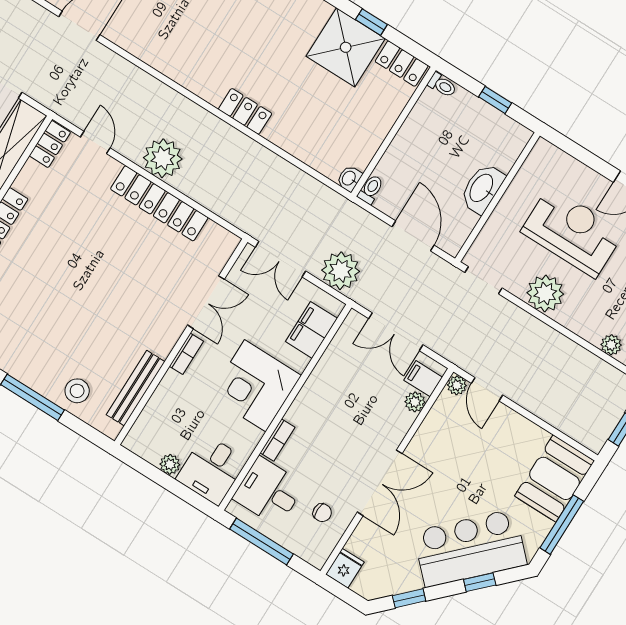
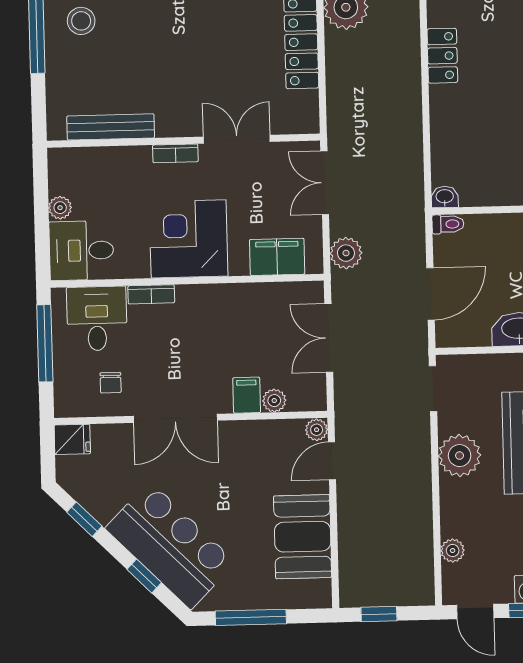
plant: (341, 271) -> (346, 253), width x0.73, depth x0.73
double door: (206, 302) -> (237, 139), swing flipped
filing cabinet: (423, 379) -> (247, 395), moved
stool: (77, 391) -> (81, 21), moved
booth: (555, 478) -> (303, 537), moved, turned 90

